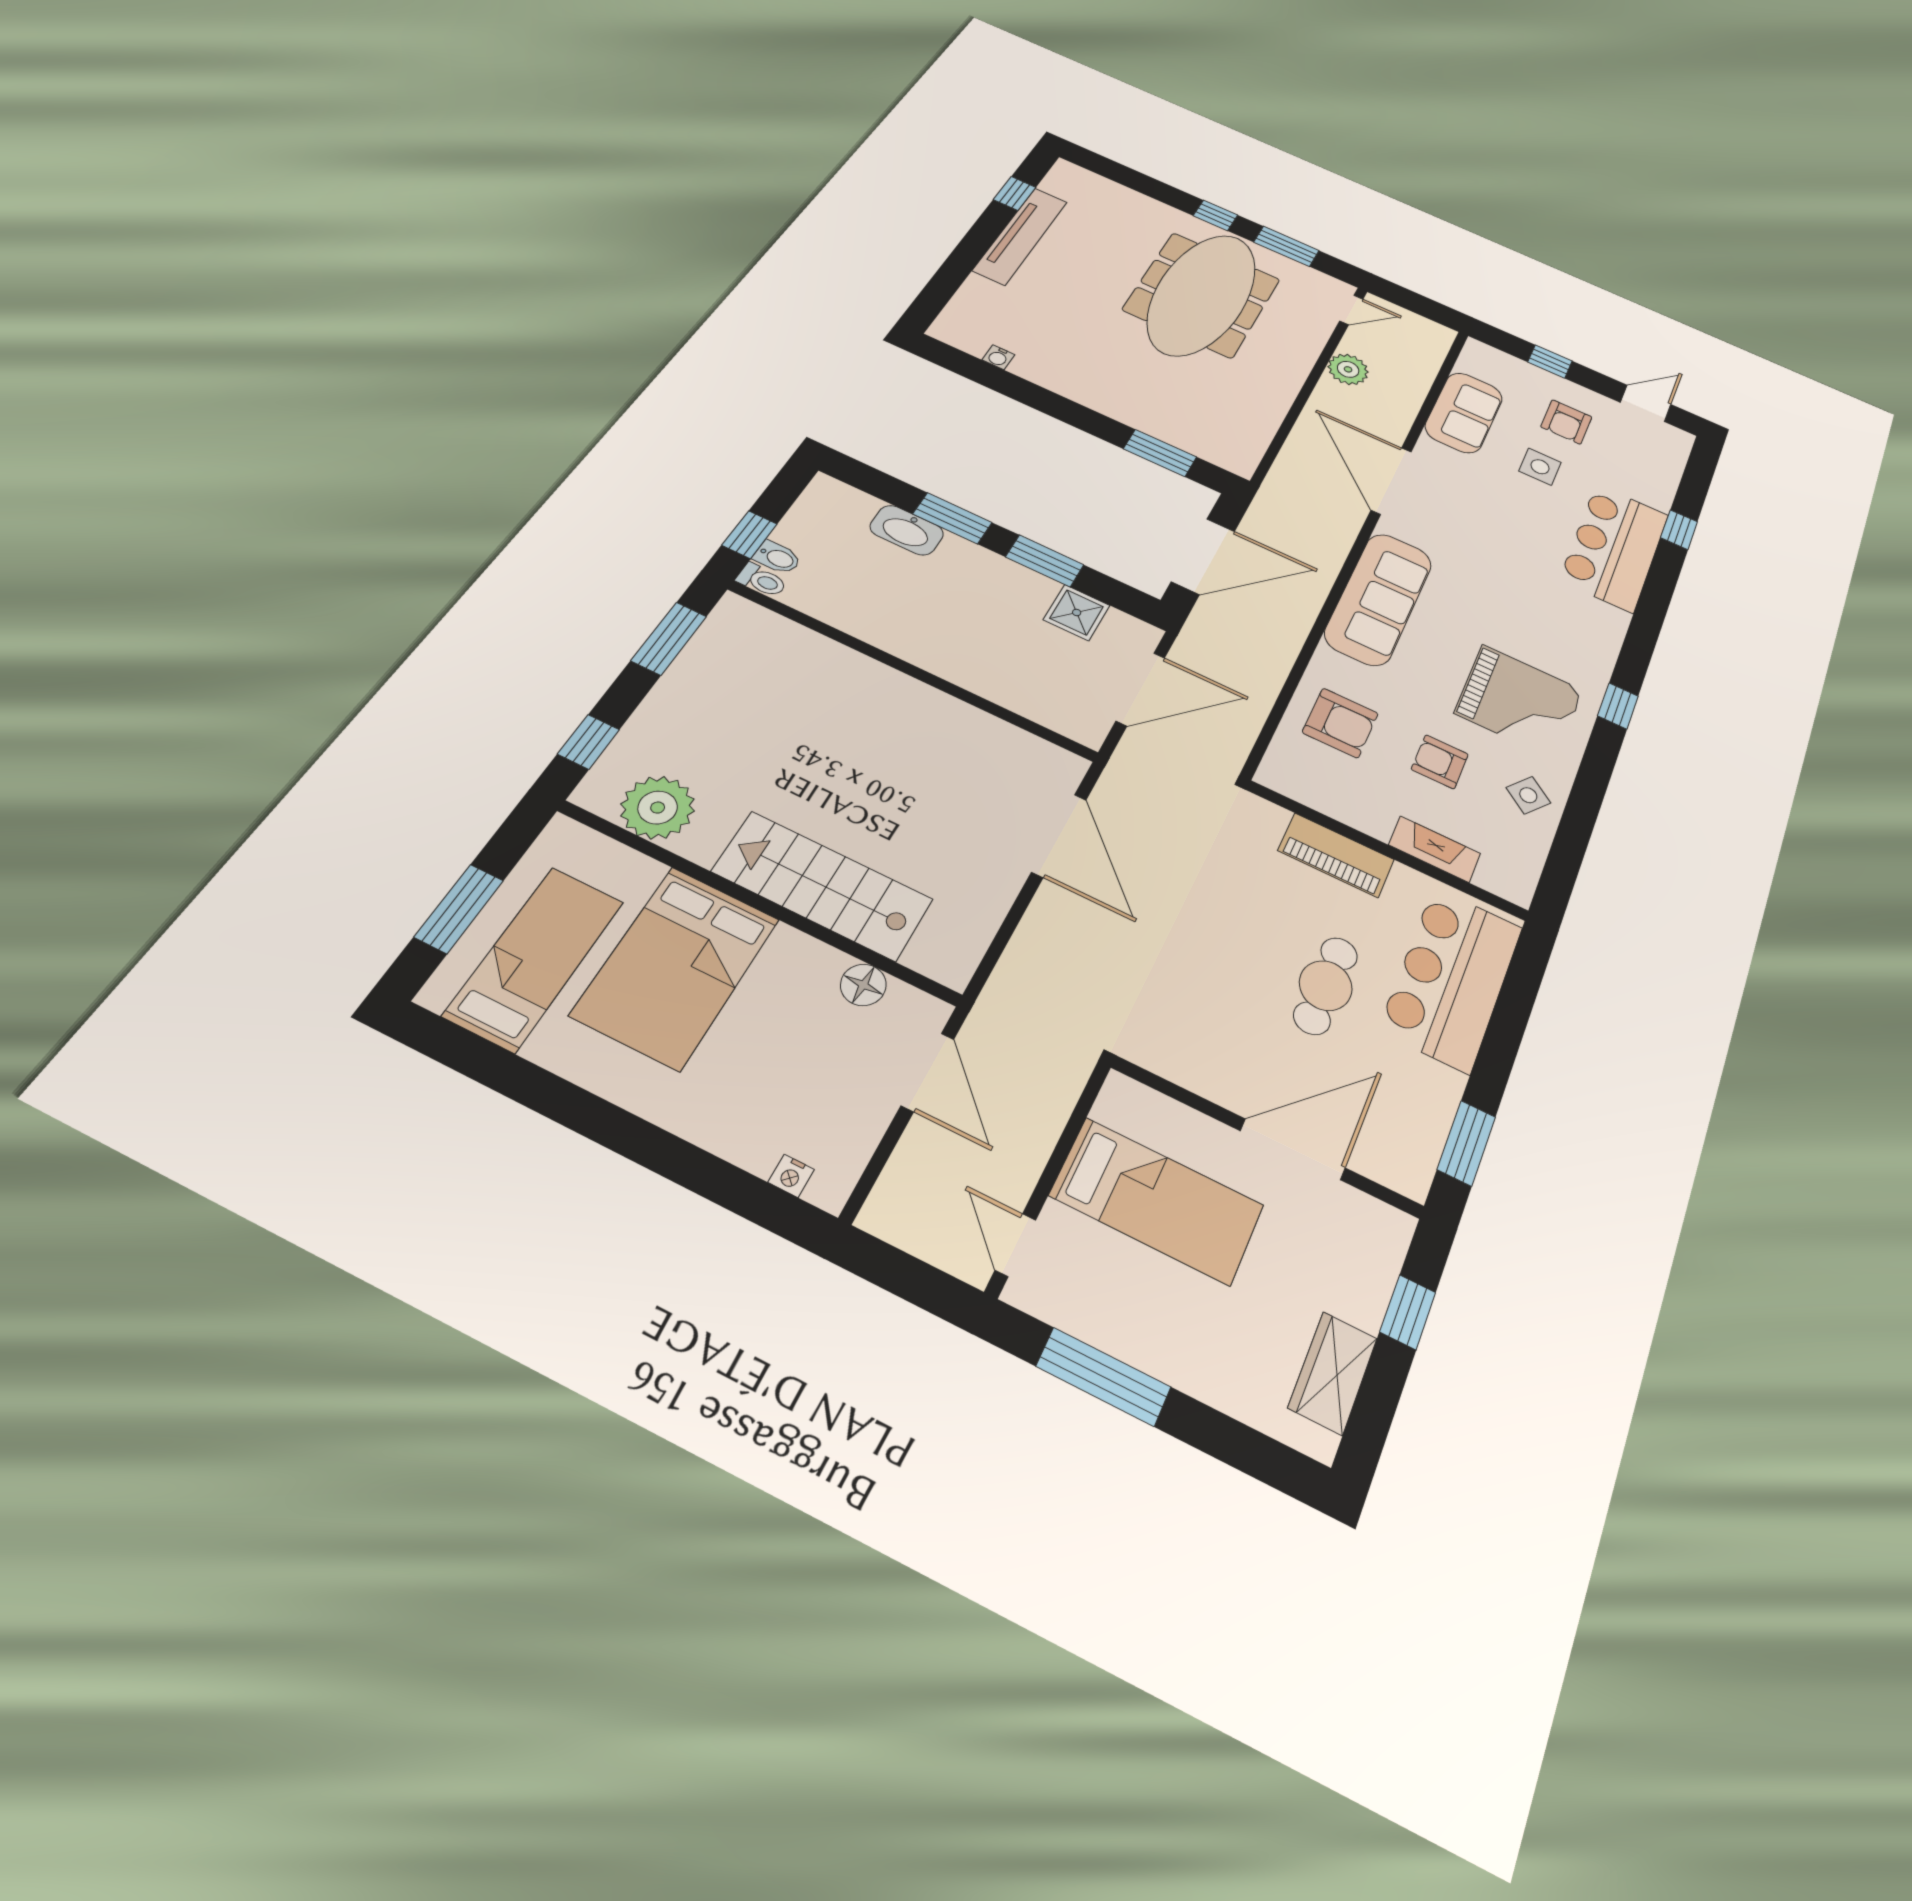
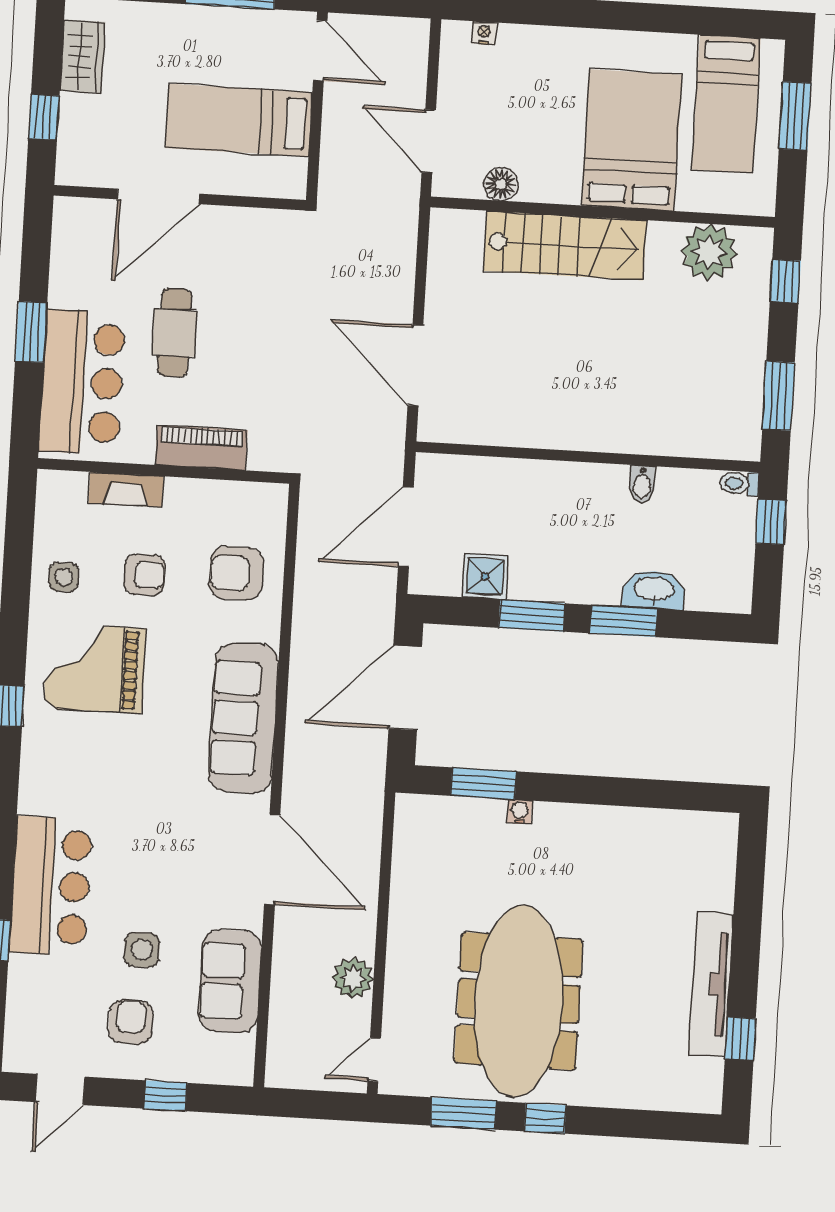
water cooler: (998, 357) -> (520, 812), moved
bidet: (777, 558) -> (642, 484), moved, turned -90
side table: (1528, 795) -> (64, 577), turned -38
window: (1466, 1143) -> (31, 332), moved
door: (1015, 1245) -> (320, 51), width x1.38

